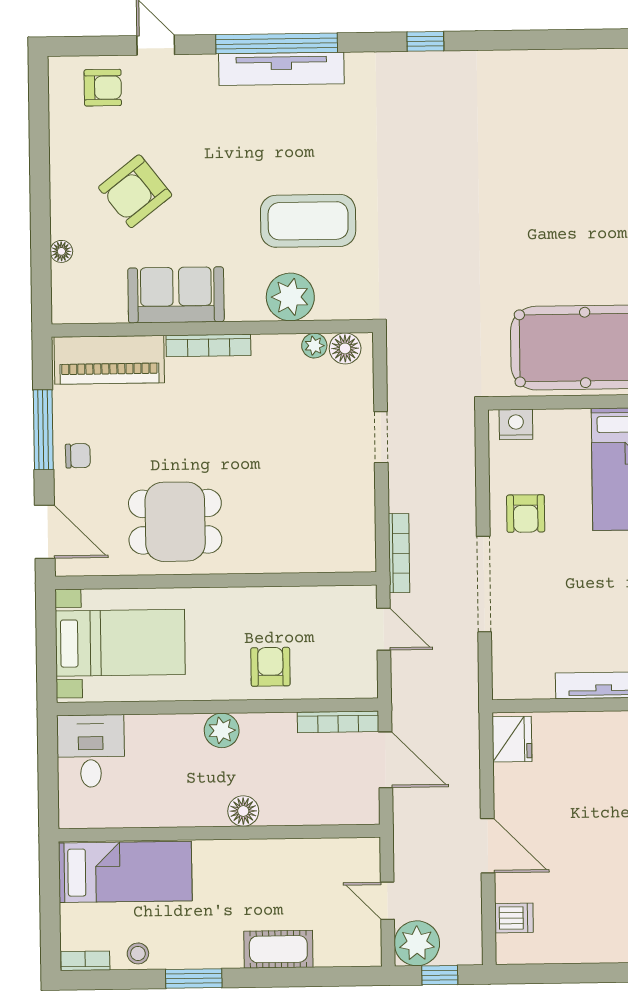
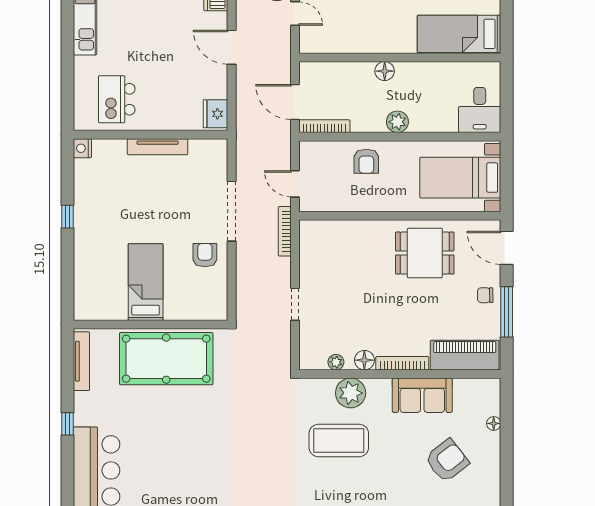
floor lamp: (345, 348) -> (364, 360), moved
nightstand: (516, 424) -> (210, 311), removed

